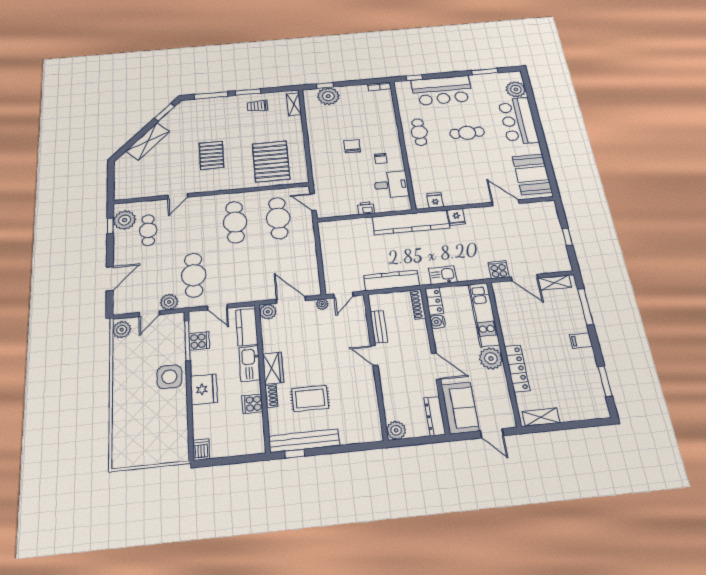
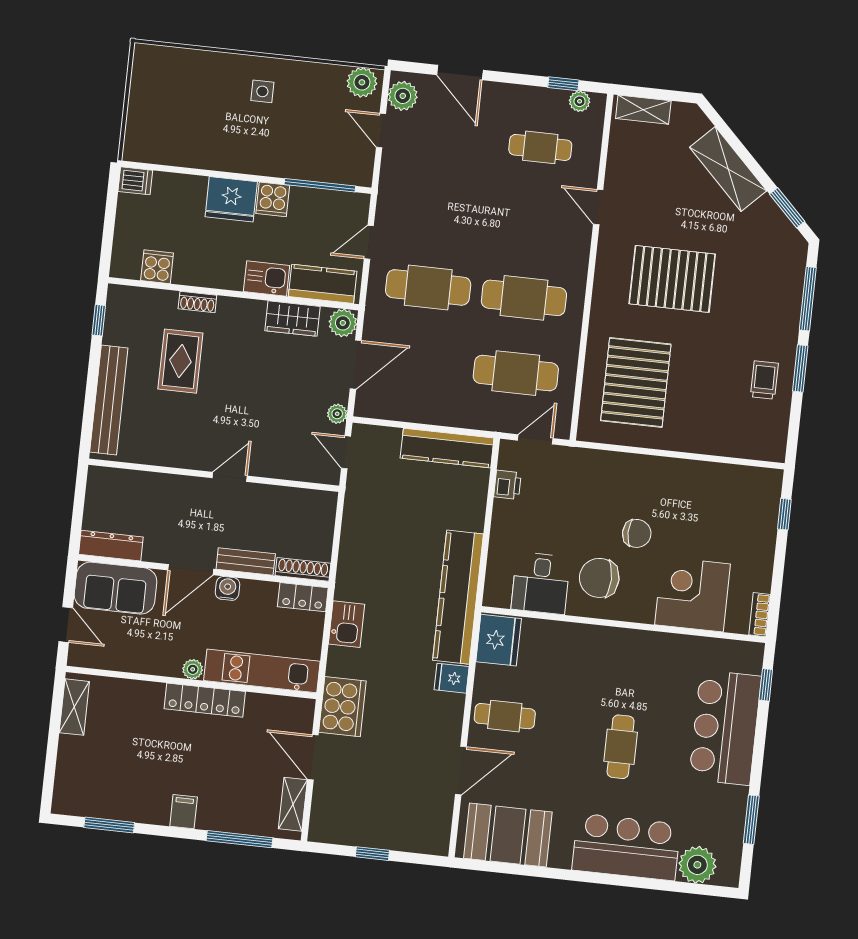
plant: (328, 96) -> (758, 515), removed
shelving: (294, 104) -> (643, 110), moved
corner desk: (377, 116) -> (693, 594), added
cafe table: (419, 132) -> (505, 716), moved
pallet: (212, 155) -> (672, 279), width x1.37, depth x1.41
chair: (381, 159) -> (599, 578), width x1.87, depth x1.87
pallet: (271, 161) -> (636, 382), turned 90
fridge: (435, 200) -> (499, 640), width x1.88, depth x1.34
printer: (366, 208) -> (507, 485), moved
plant: (125, 220) -> (580, 101), width x0.53, depth x0.53
cooker: (499, 270) -> (342, 707), width x1.87, depth x1.31
cafe table: (194, 275) -> (428, 287), moved
door: (524, 277) -> (313, 757), hinge flipped
kitchen counter: (392, 280) -> (447, 448), moved, turned 90
plant: (169, 302) -> (403, 96), moved
water cooler: (437, 322) -> (227, 588), moved
bench: (379, 327) -> (246, 561), moved
cooker: (199, 341) -> (273, 199), moved
plant: (491, 358) -> (193, 669), width x0.53, depth x0.53
kitchen sink: (250, 364) -> (267, 279), width x0.73
wardrobe: (273, 368) -> (292, 319), moved
locker: (517, 368) -> (205, 700), moved
side table: (169, 377) -> (262, 91), moved, width x0.54, depth x0.54
cooker: (252, 404) -> (157, 267), moved
plant: (396, 430) -> (102, 481), removed
door: (492, 433) -> (66, 625), swing flipped
bench: (304, 441) -> (109, 400), moved

